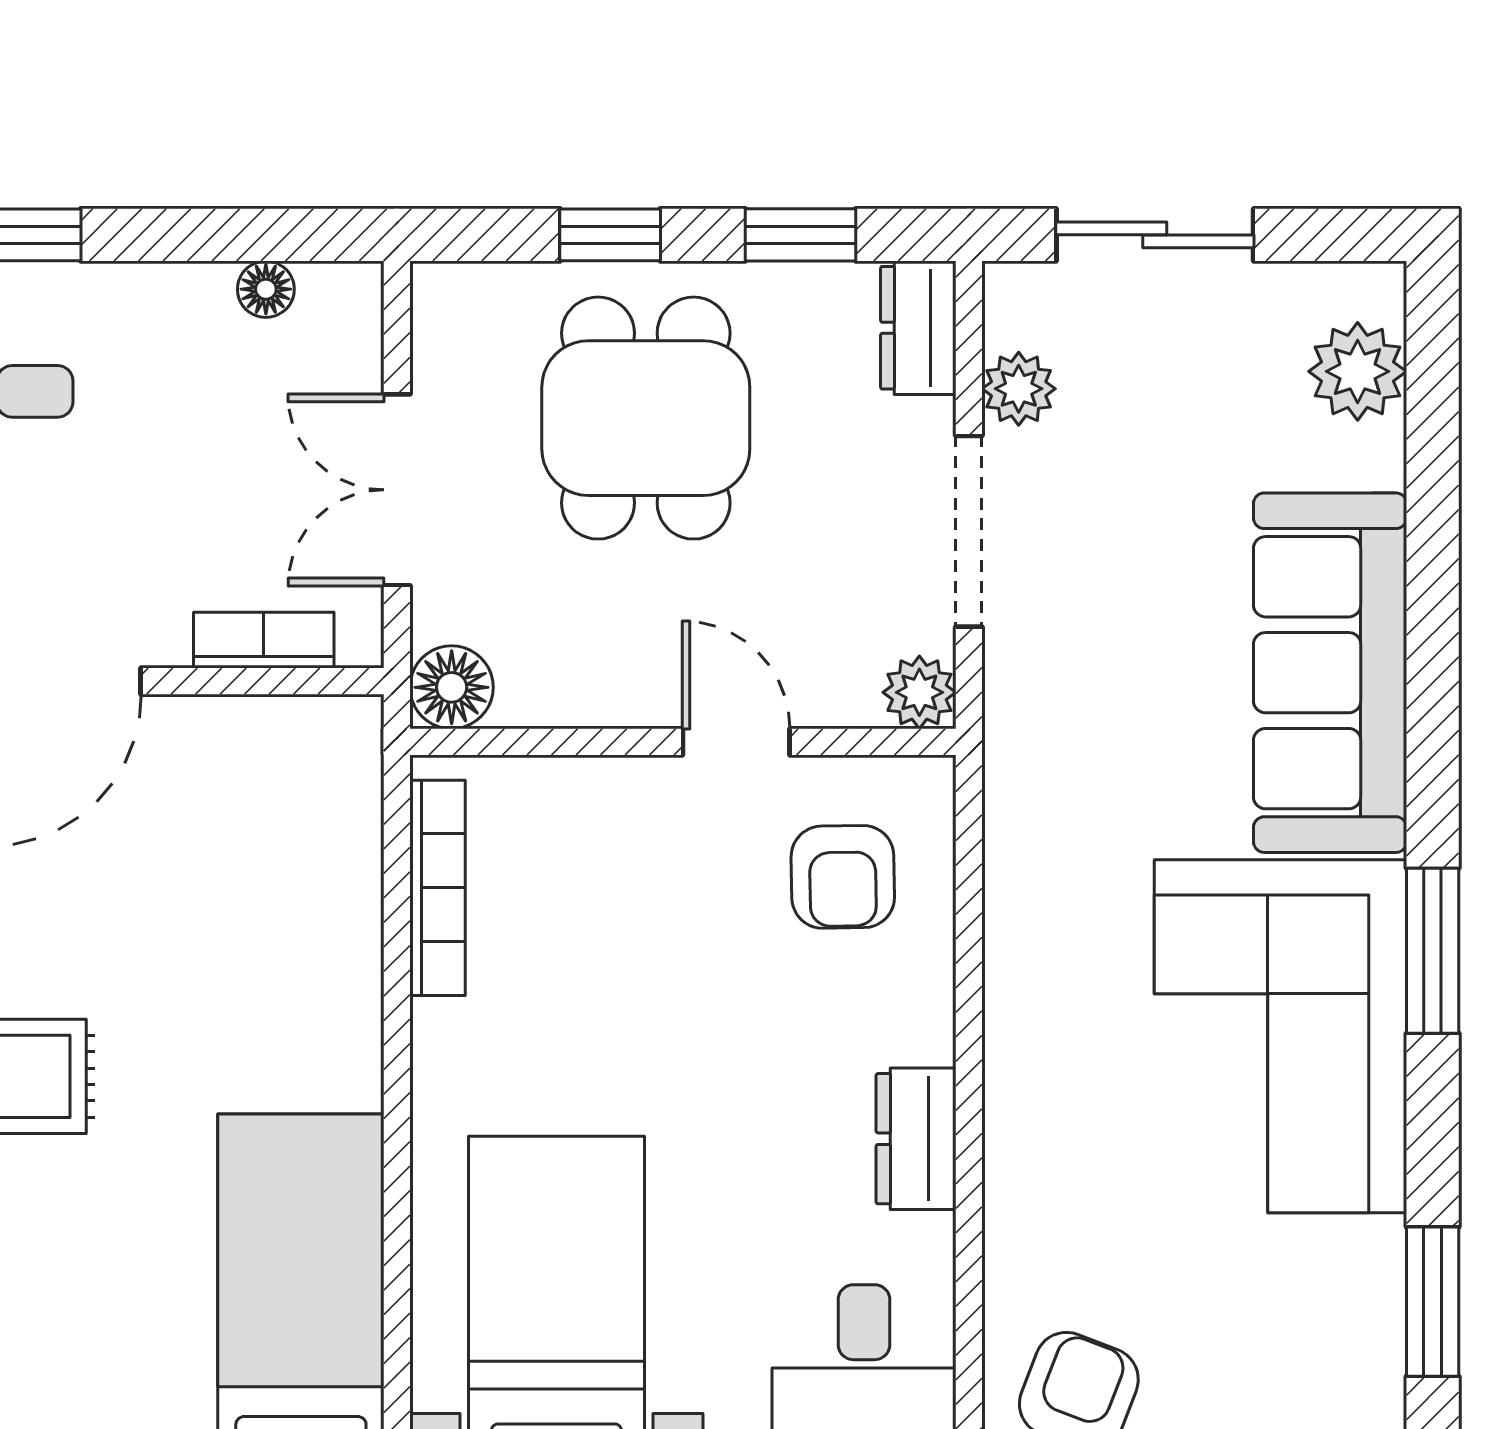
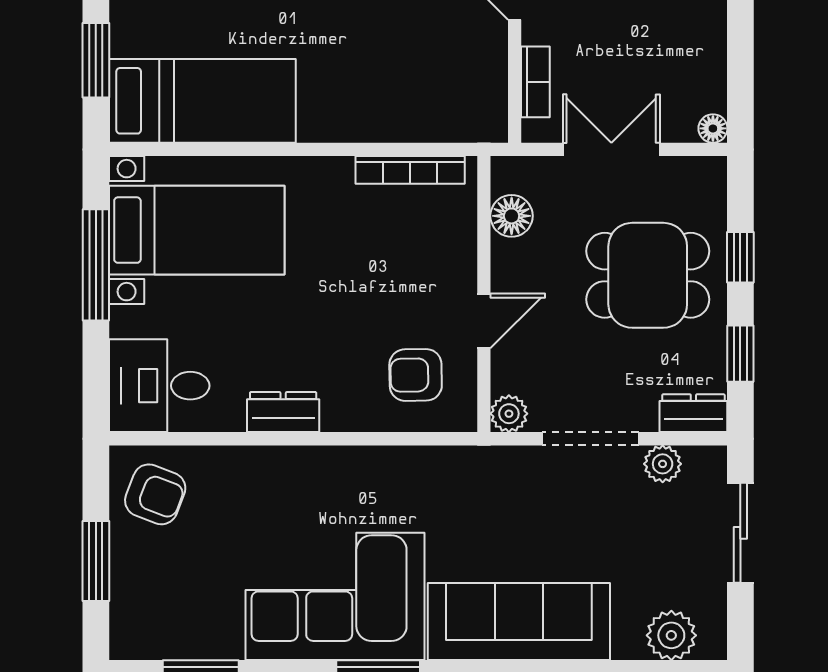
floor lamp: (266, 289) -> (713, 128), moved
floor lamp: (452, 687) -> (512, 216), moved

